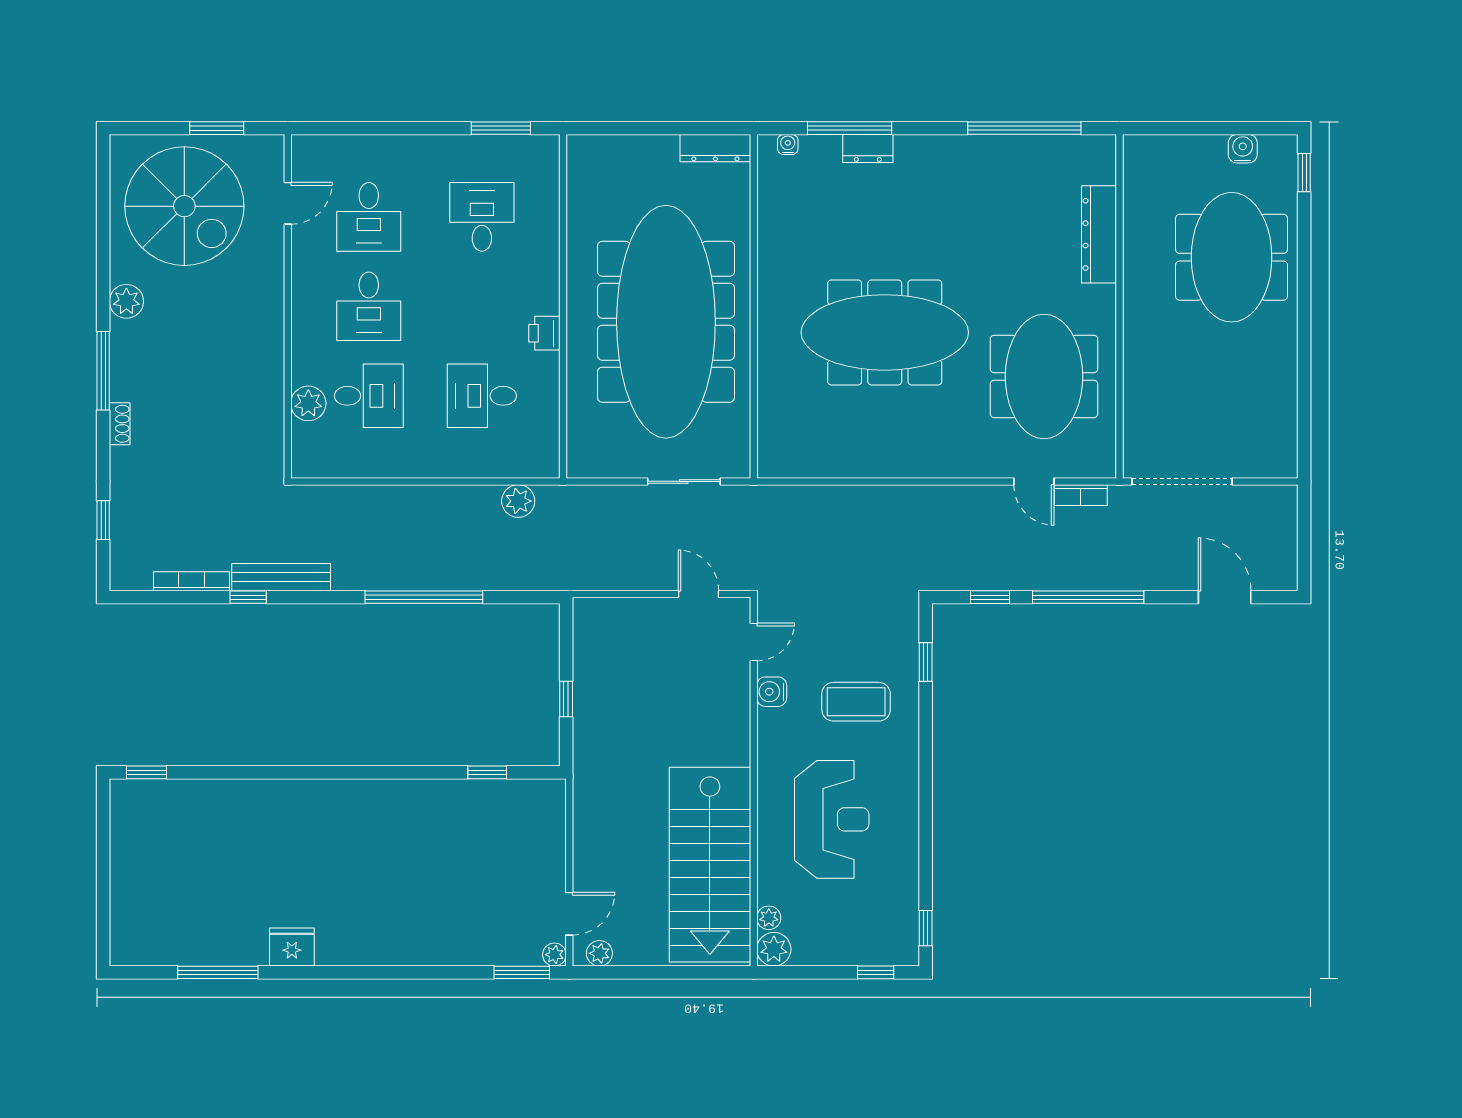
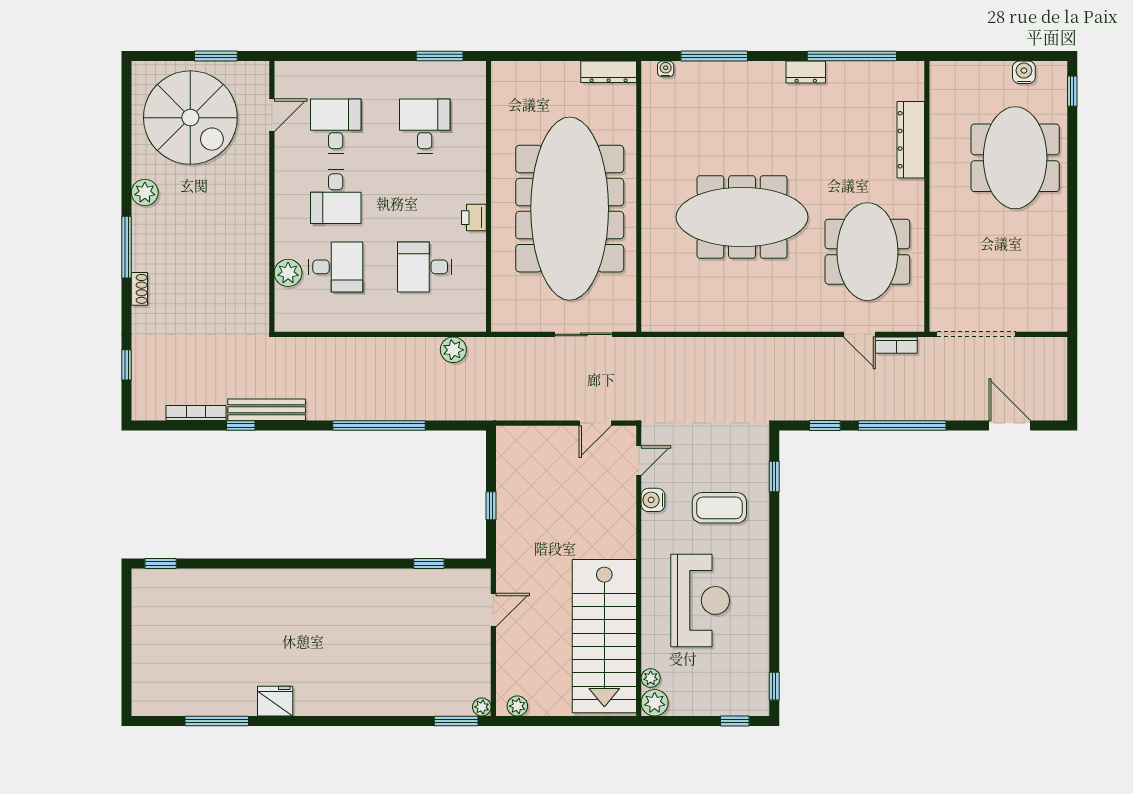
dresser: (868, 148) -> (806, 72), moved
desk: (369, 217) -> (336, 126), turned 180
door: (698, 594) -> (595, 423), swing flipped
door: (569, 914) -> (493, 610), moved

